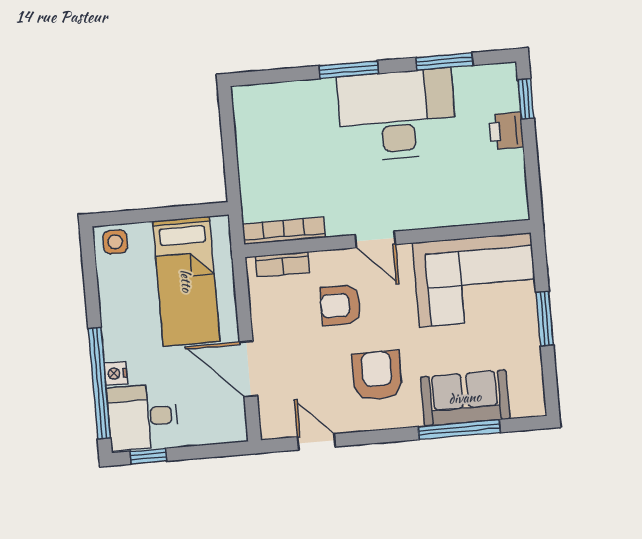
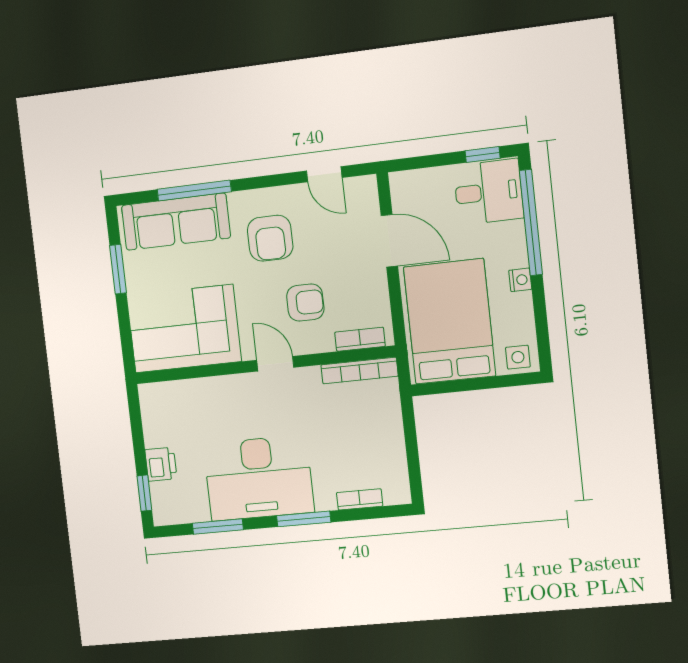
bookcase: (287, 91) -> (360, 499), added
bed: (186, 281) -> (450, 321), width x1.50
window: (545, 319) -> (118, 269), moved
nightstand: (116, 373) -> (520, 280), moved
sofa: (465, 398) -> (176, 222), width x1.36

